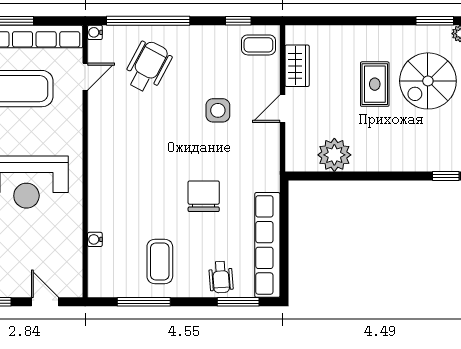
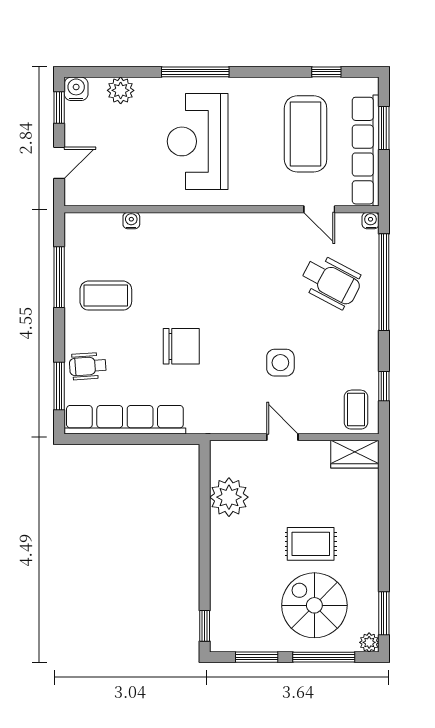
wardrobe: (297, 66) -> (355, 454), moved

